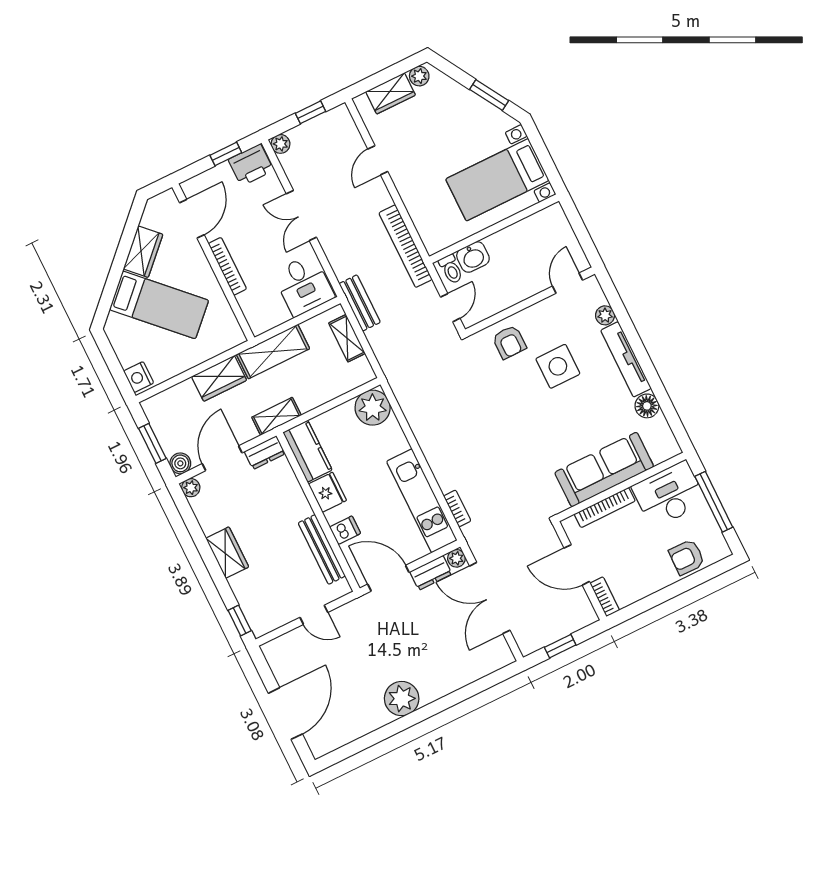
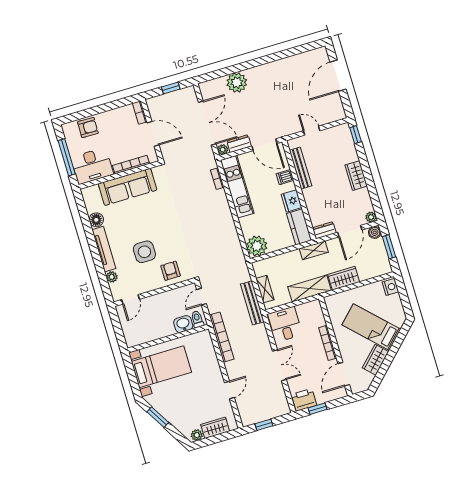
plant: (280, 144) -> (285, 409), removed
bench: (360, 303) -> (252, 303), width x1.36
plant: (402, 699) -> (237, 83), moved

